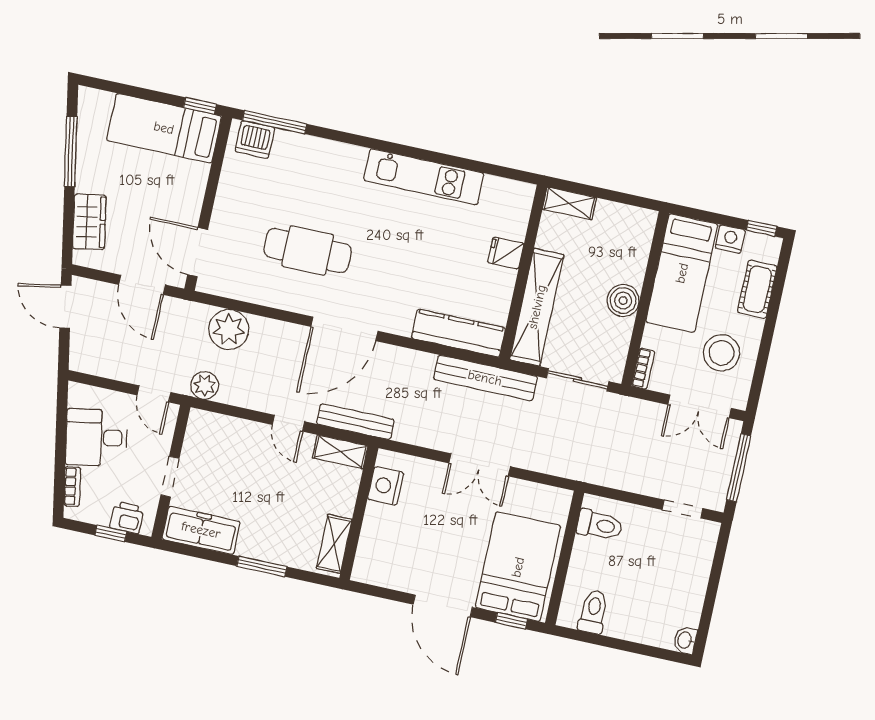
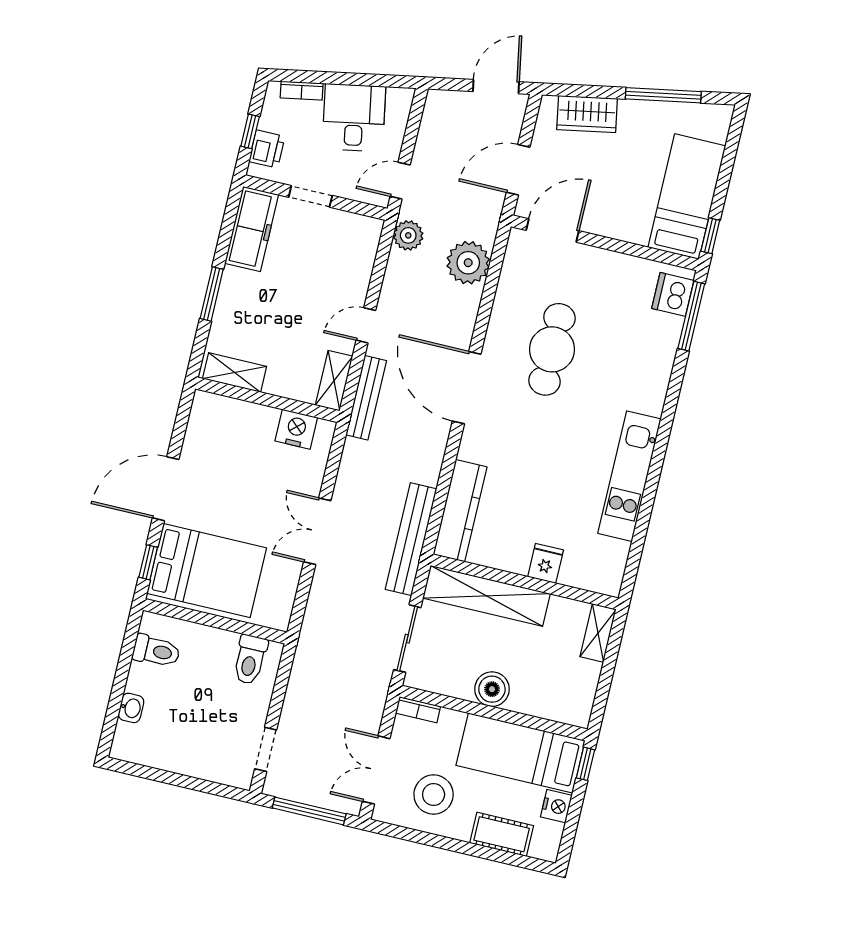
window: (761, 228) -> (585, 764), moved
washbasin: (685, 640) -> (131, 708), moved, turned 90

